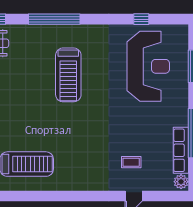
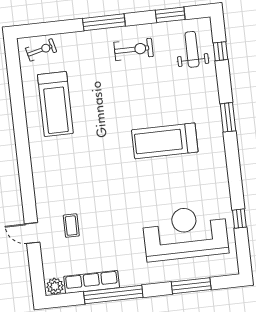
window: (54, 19) -> (228, 117), width x0.47
reception desk: (148, 66) -> (185, 233), turned 180

